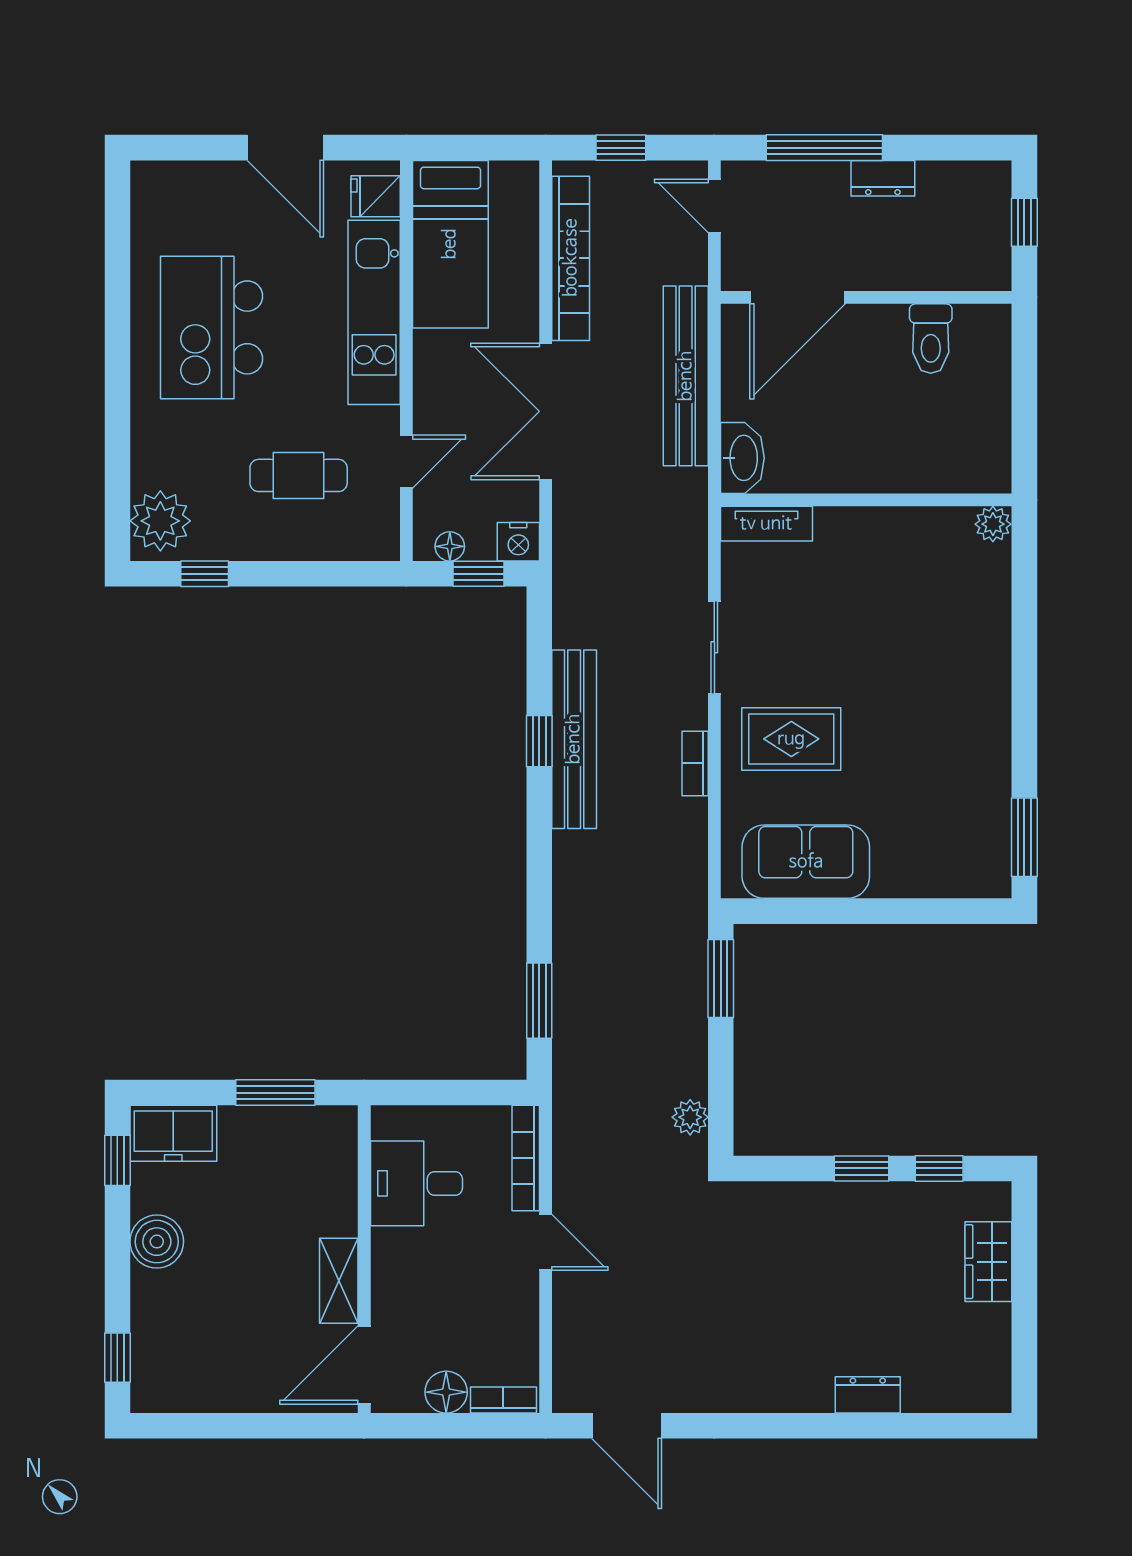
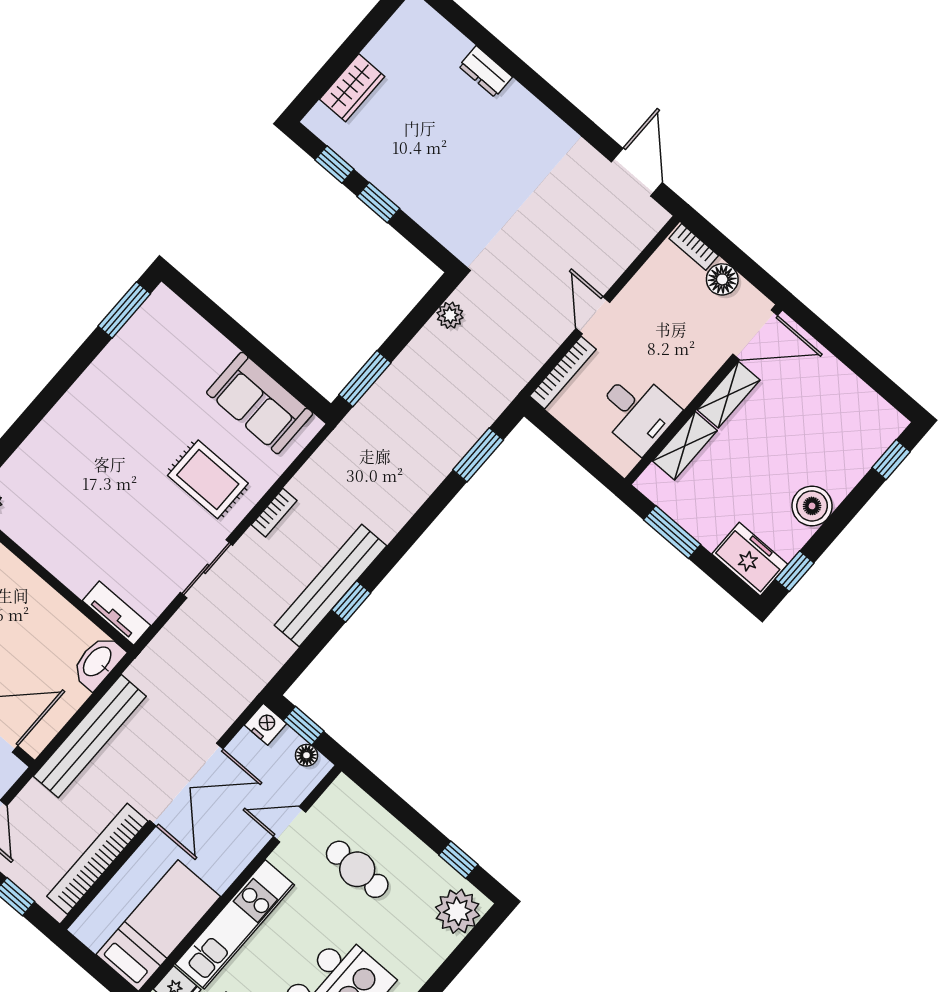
shelving: (338, 1191) -> (685, 446), added

